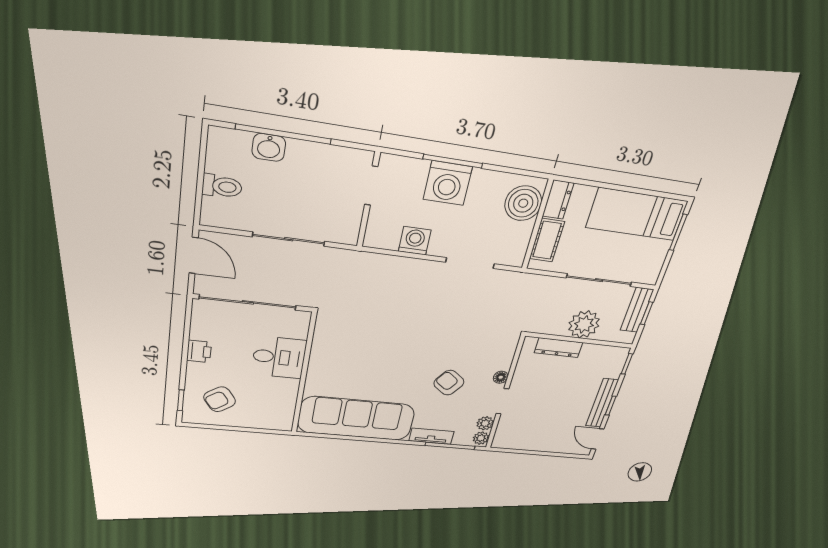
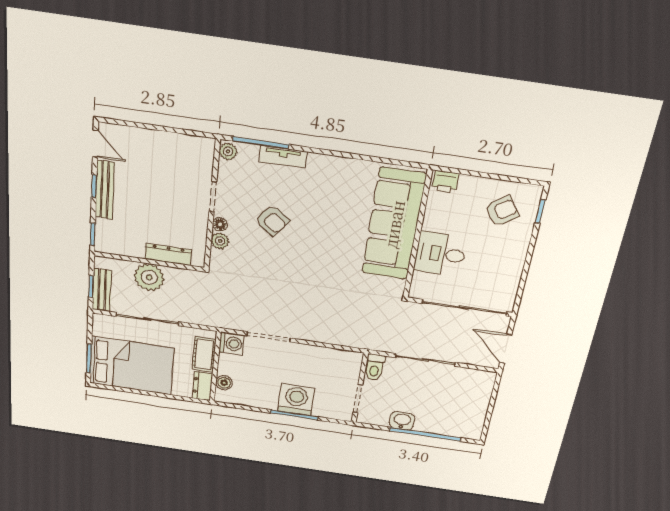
washbasin: (269, 147) -> (402, 421), moved
toilet: (222, 186) -> (375, 367), moved, turned -90
boiler: (523, 203) -> (224, 383), width x0.54, depth x0.54
bed: (637, 214) -> (132, 366), width x1.50
washing machine: (415, 241) -> (232, 344), moved, turned -90
printer: (199, 351) -> (445, 182), moved, turned -90
sofa: (356, 418) -> (394, 224), moved, turned 90
plant: (485, 423) -> (220, 241), moved

